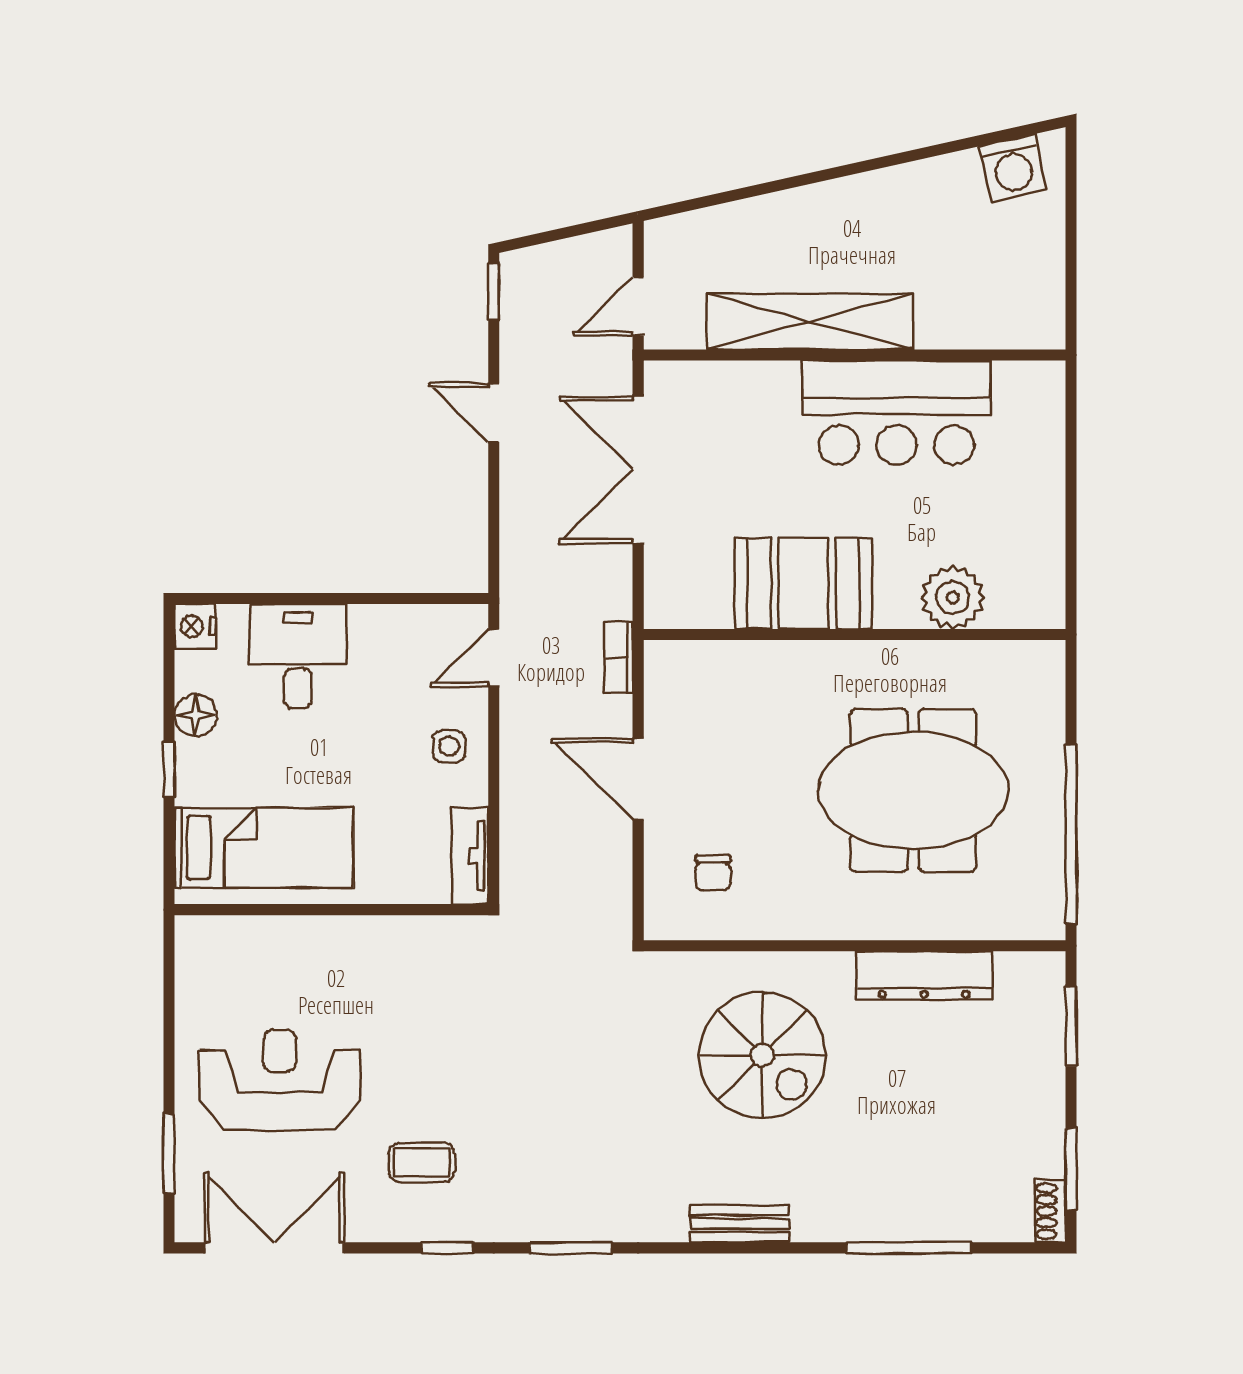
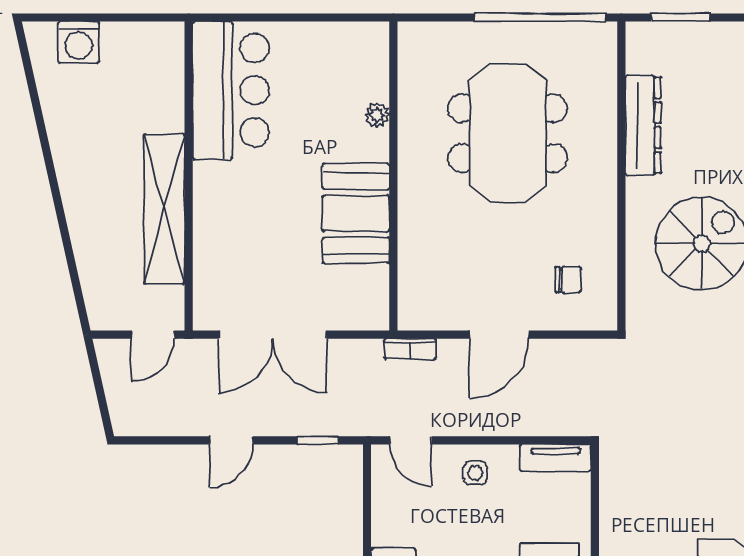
washing machine: (1013, 168) -> (79, 42), moved, turned 103
window: (494, 291) -> (318, 440), moved
door: (638, 306) -> (153, 335), hinge flipped
bar counter: (896, 413) -> (231, 90), moved
plant: (953, 597) -> (377, 115), width x0.53, depth x0.53

